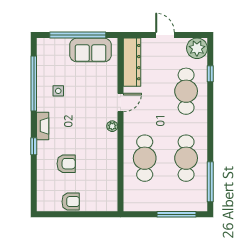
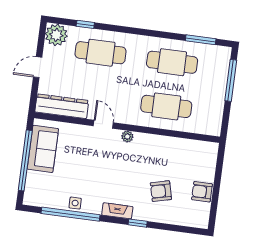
side table: (58, 91) -> (75, 203), moved
armchair: (66, 164) -> (161, 191), turned -104
window: (210, 182) -> (201, 40), width x0.69
armchair: (71, 202) -> (202, 192), turned -90

